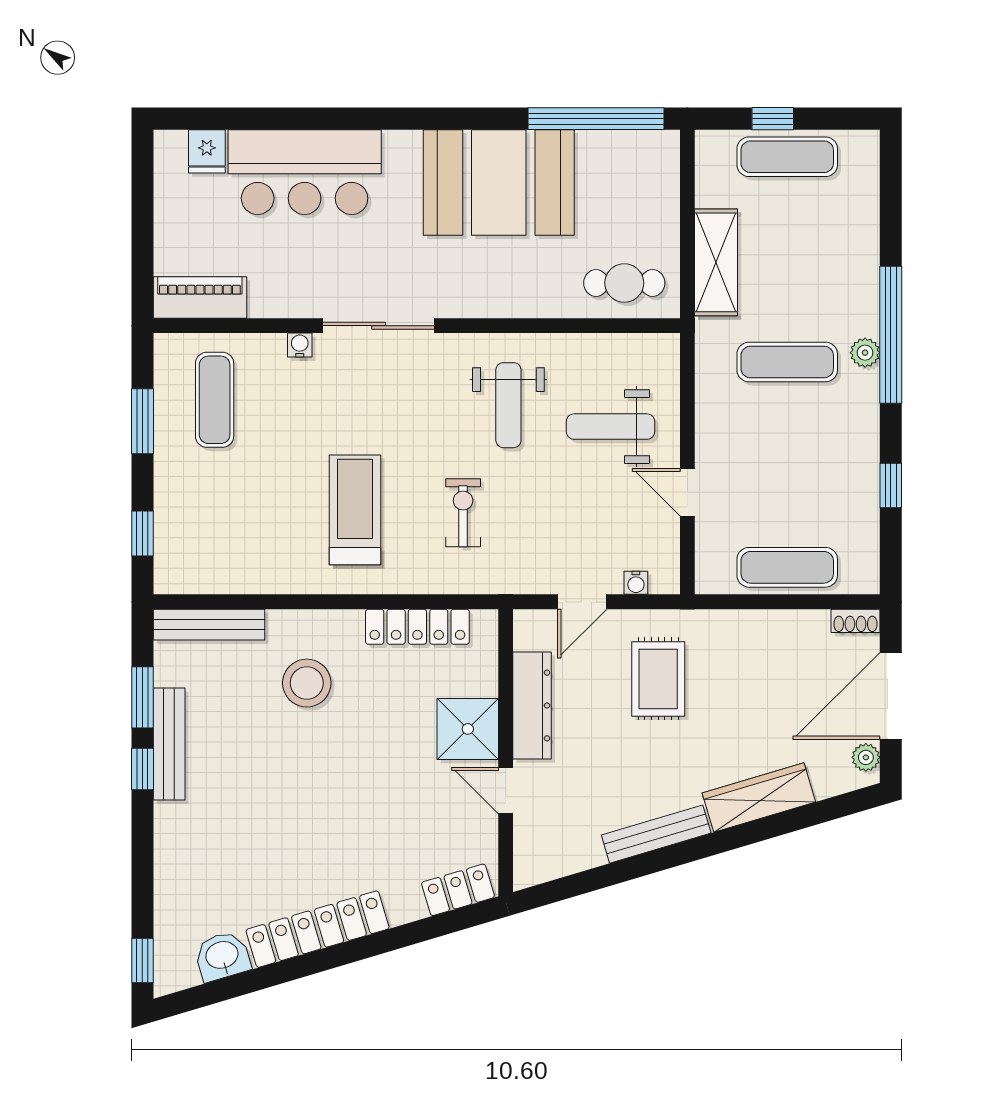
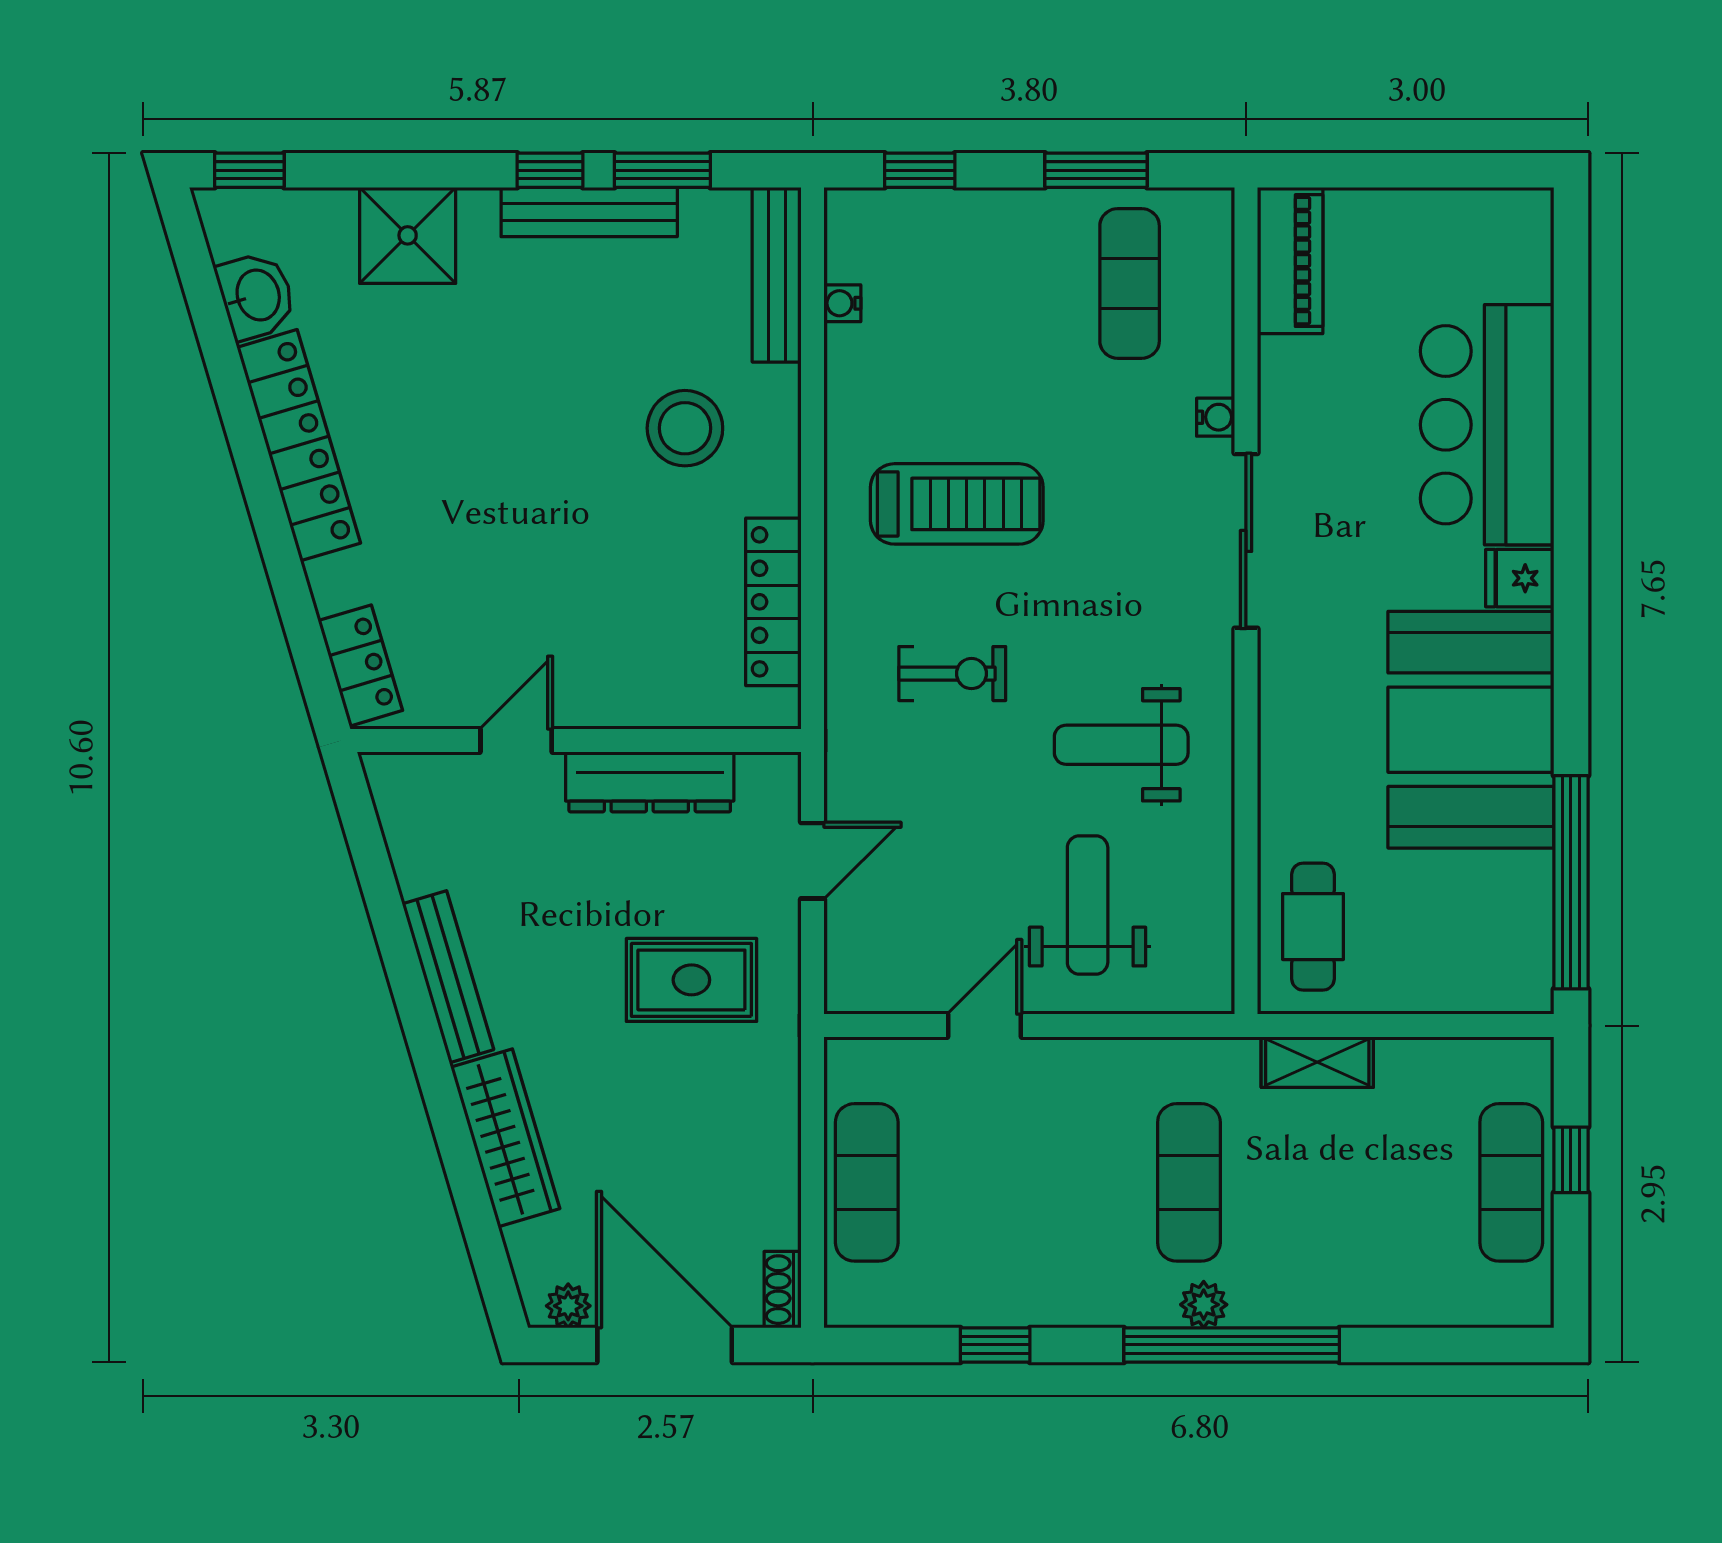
fridge: (207, 151) -> (1520, 578), moved
shelving: (716, 262) -> (1317, 1062), width x0.67, depth x0.75
exercise mat: (215, 400) -> (1130, 283), turned 90
water cooler: (636, 583) -> (842, 303), moved
door: (582, 602) -> (813, 861), swing flipped
shower: (468, 729) -> (408, 235), moved

